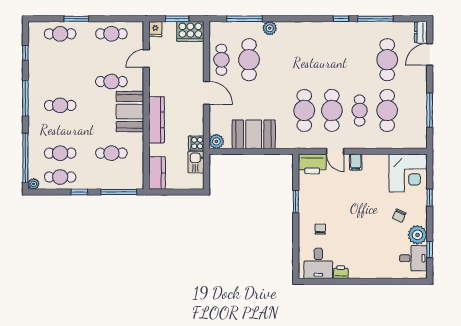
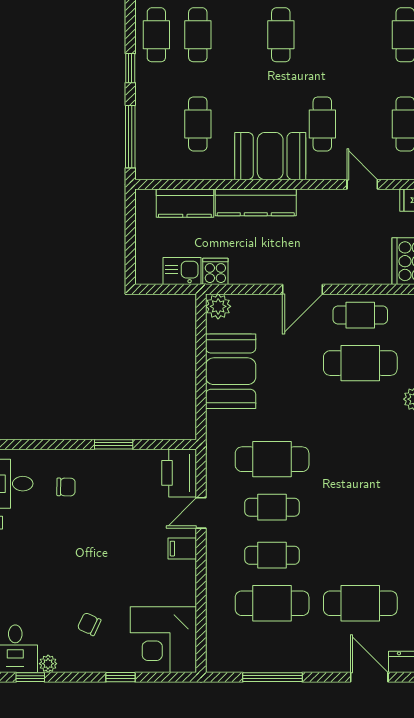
cafe table: (332, 110) -> (272, 507), width x0.73, depth x0.74
kitchen counter: (157, 173) -> (185, 203), moved
plant: (417, 235) -> (48, 664), width x0.53, depth x0.53

